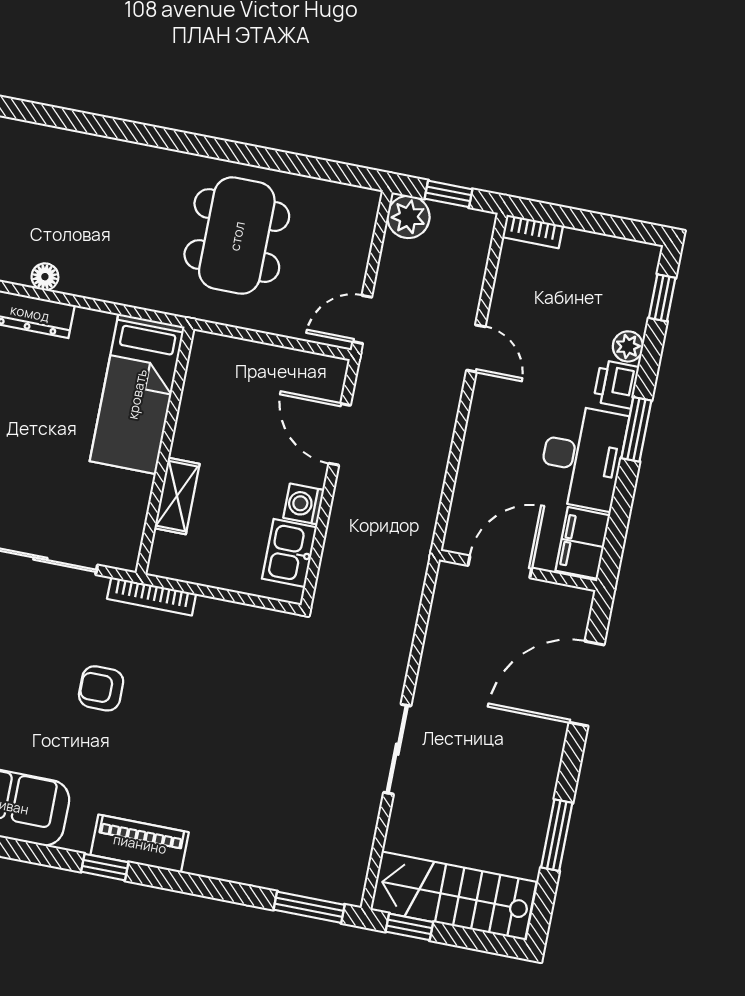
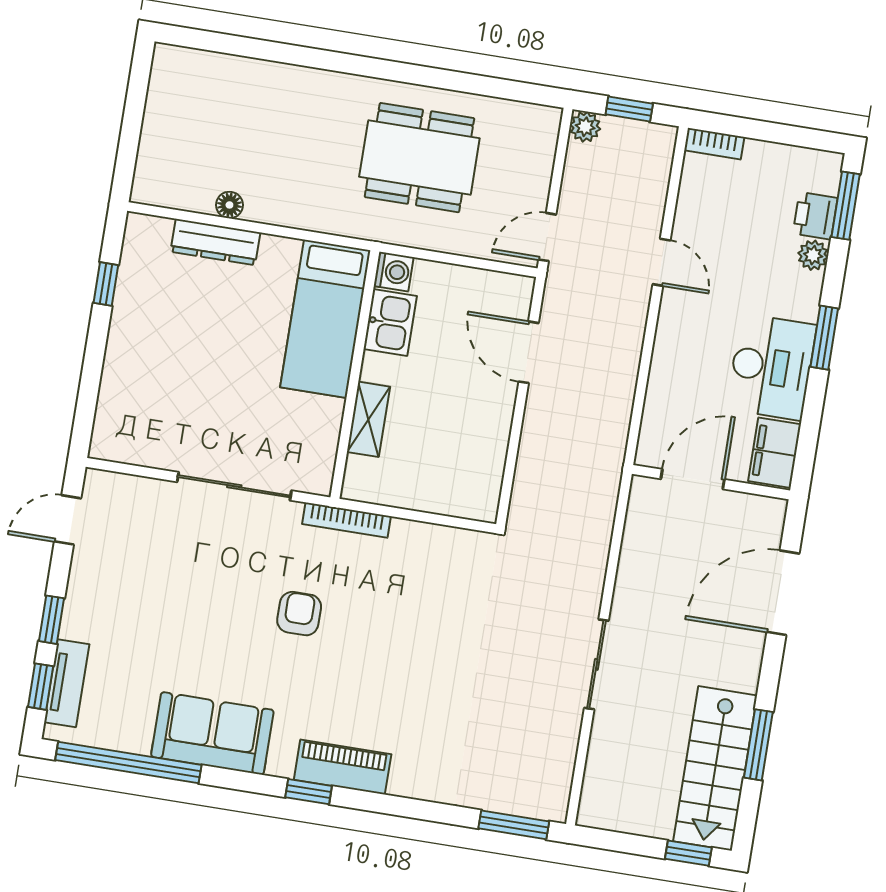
plant: (408, 217) -> (585, 127), width x0.73, depth x0.73
dining table: (237, 236) -> (419, 158), turned 90
window: (662, 298) -> (846, 206), width x1.50
printer: (616, 384) -> (815, 216), moved
washing machine: (304, 504) -> (394, 272), moved, turned 180
kitchen sink: (289, 553) -> (390, 322), moved, turned 180
armchair: (101, 688) -> (299, 614), turned 90
stairs: (453, 896) -> (715, 768), moved, turned -90
window: (409, 927) -> (688, 853), moved

